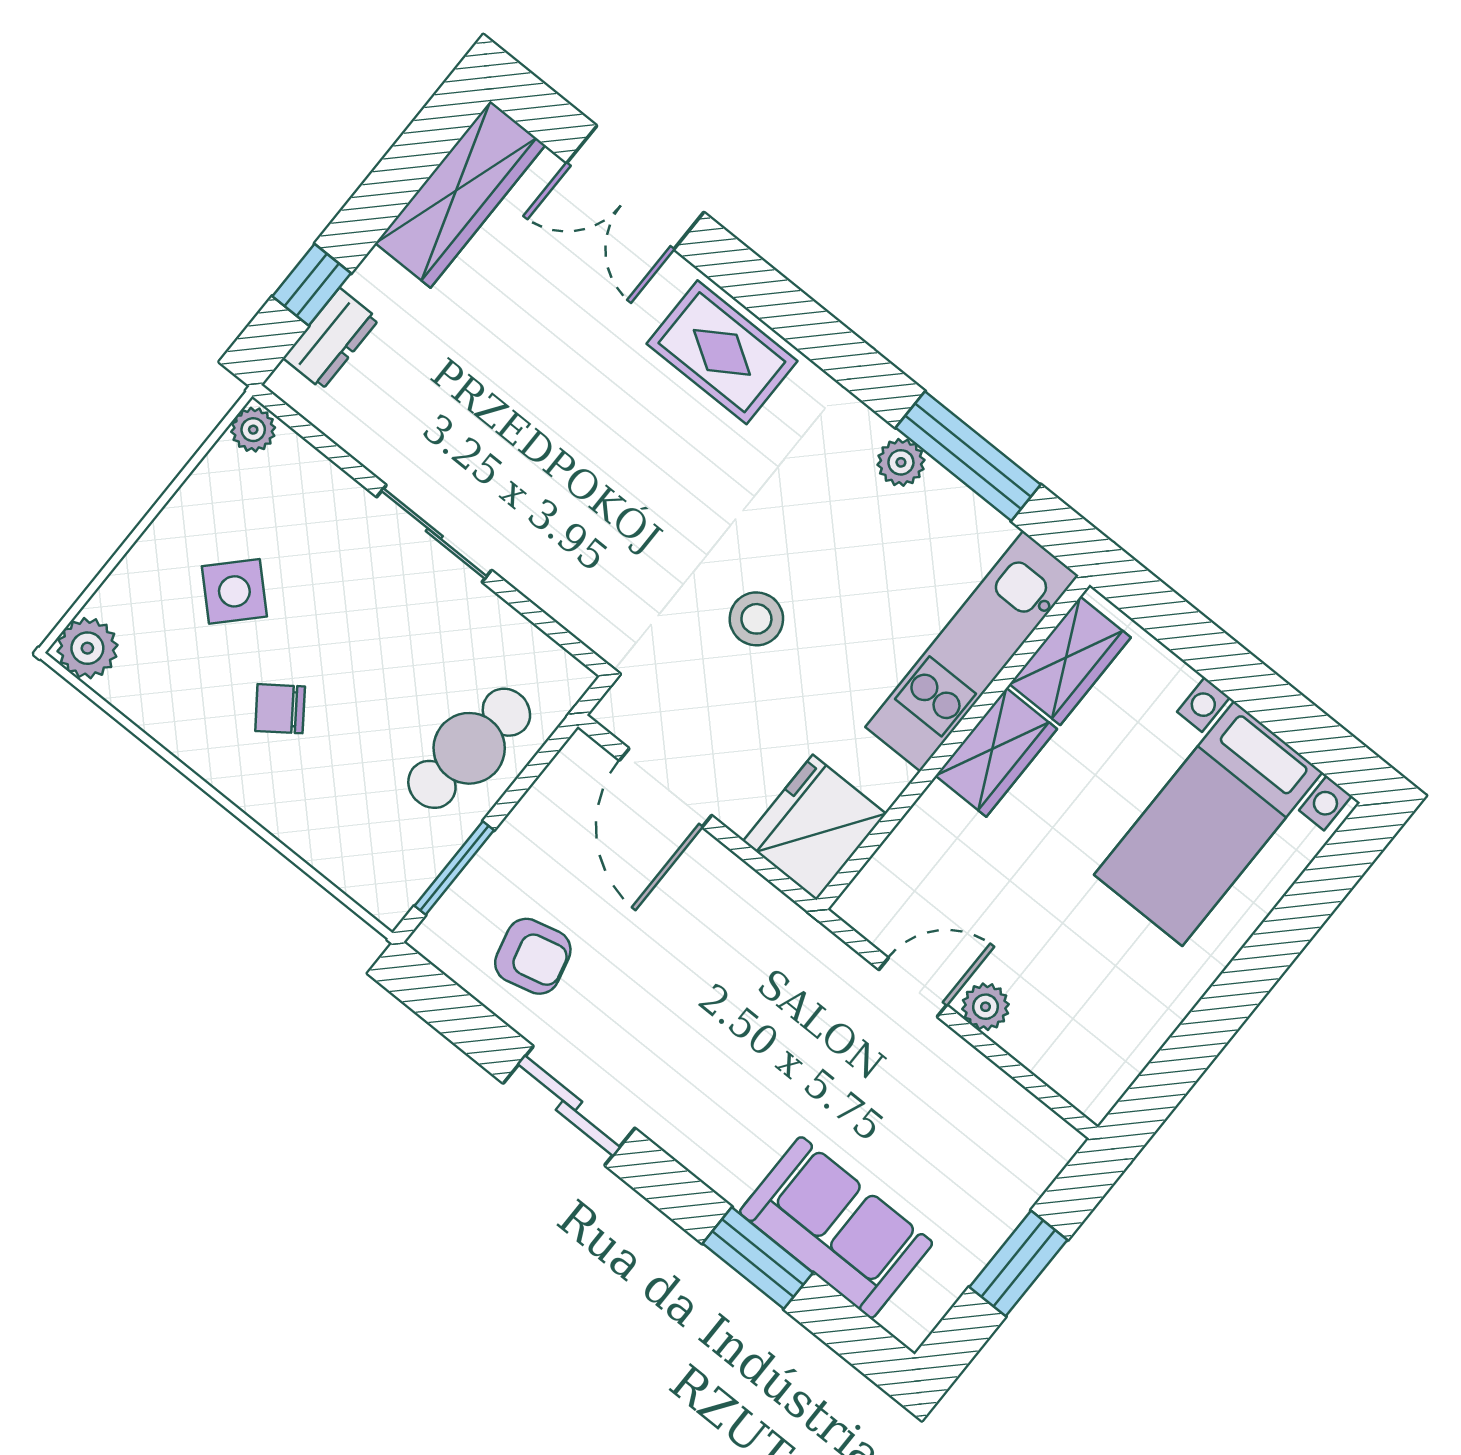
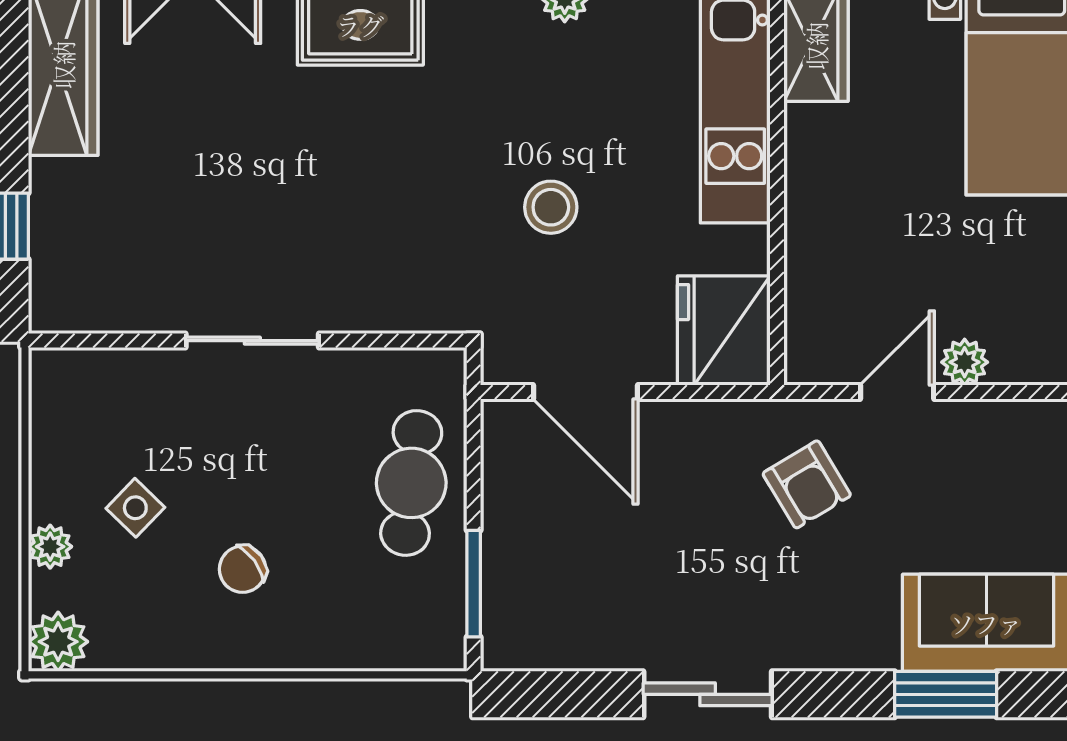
dresser: (331, 339) -> (53, 255), removed
plant: (253, 430) -> (50, 547), moved
side table: (234, 591) -> (135, 508), width x0.73, depth x0.73
wardrobe: (996, 752) -> (816, 161), removed
armchair: (533, 956) -> (807, 484), moved, turned 73

